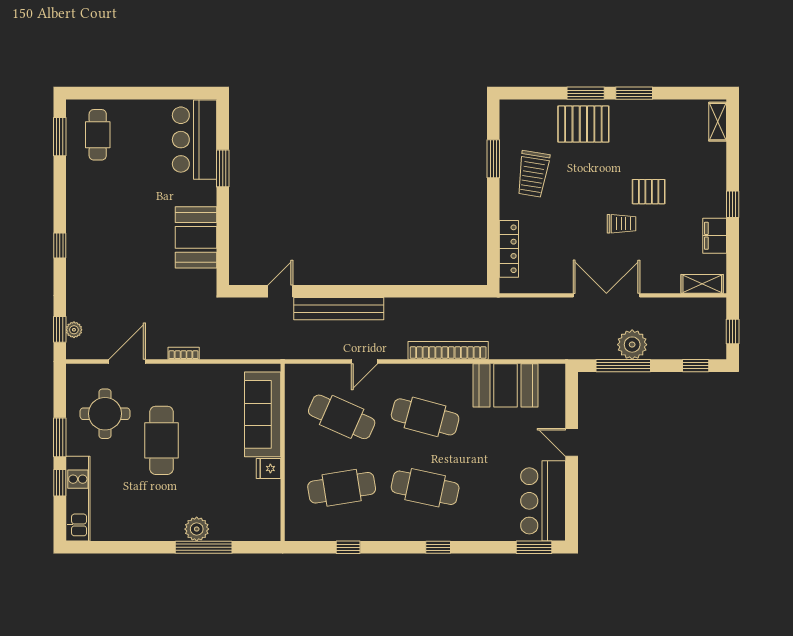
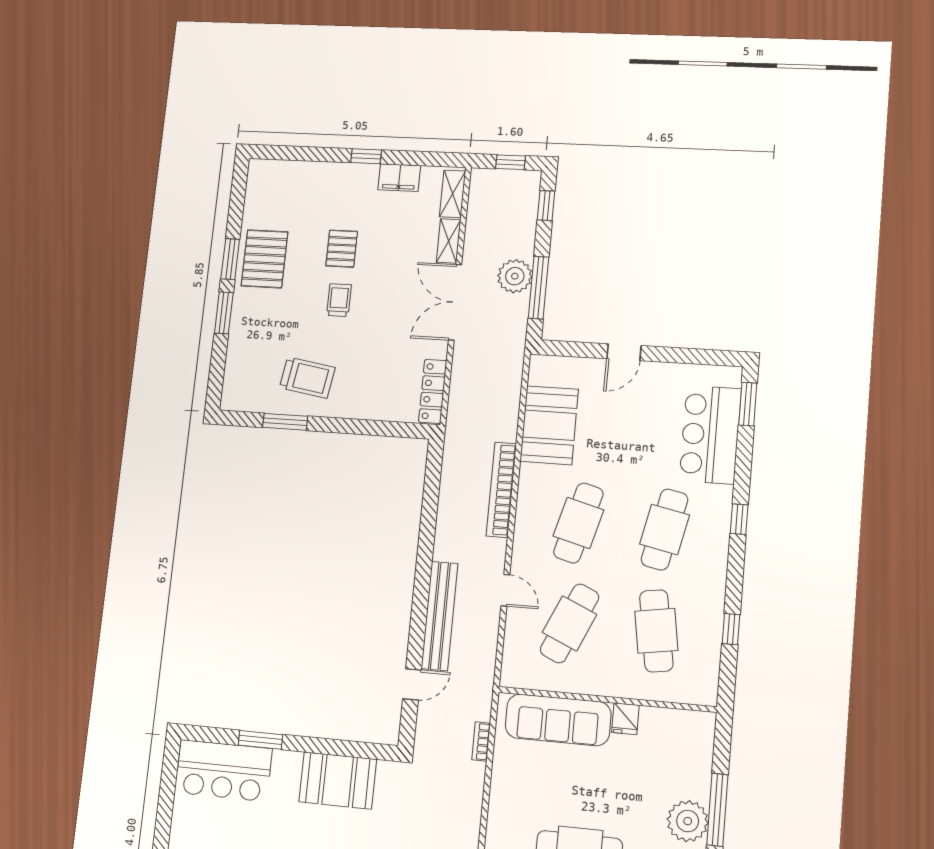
shelving: (718, 122) -> (449, 241), moved, turned 90
pallet: (583, 124) -> (264, 259), moved
trolley: (621, 224) -> (339, 300), moved
locker: (509, 249) -> (433, 391), moved, turned -90
door: (280, 291) -> (412, 684), swing flipped
bookcase: (184, 353) -> (481, 741), moved
bar counter: (543, 501) -> (710, 435), moved, turned 90
plant: (197, 529) -> (688, 821), width x1.36, depth x1.36

